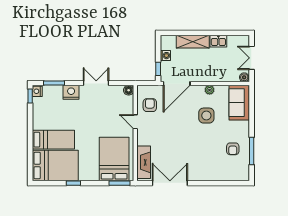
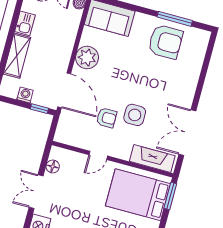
floor lamp: (129, 90) -> (53, 166), moved
plant: (210, 90) -> (87, 58), width x1.88, depth x1.88
armchair: (150, 105) -> (107, 118), moved, turned 180
side table: (206, 116) -> (135, 115), moved
armchair: (233, 149) -> (166, 42), width x1.88, depth x1.88

